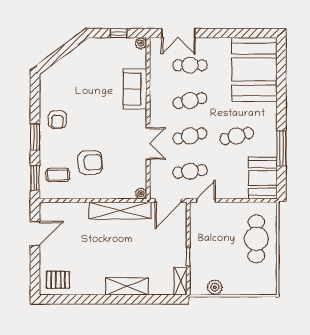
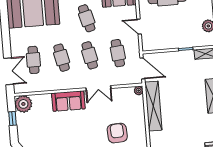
plant: (141, 43) -> (23, 104), width x1.88, depth x1.88
sofa: (135, 89) -> (68, 101), moved
double door: (148, 143) -> (98, 88), swing flipped
door: (206, 201) -> (139, 27), moved

